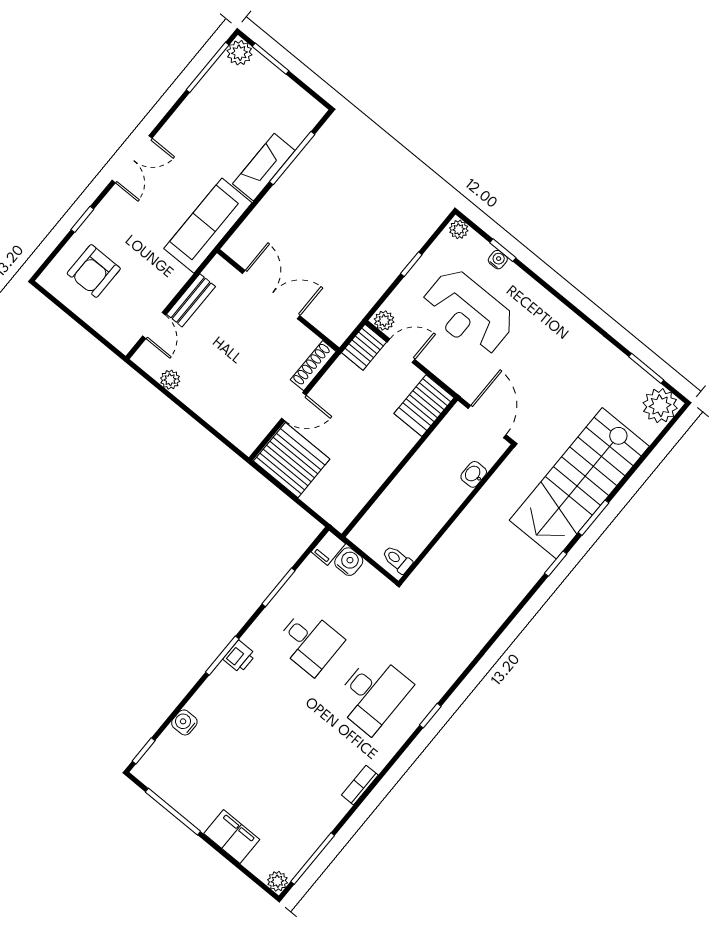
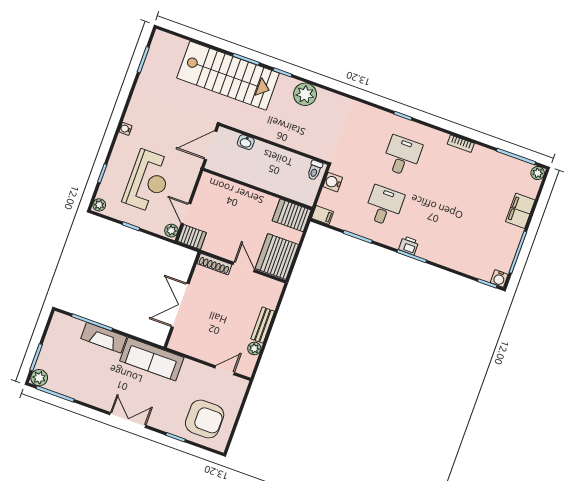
water cooler: (498, 260) -> (126, 129), moved
armchair: (94, 271) -> (205, 419), width x1.36, depth x1.36
bench: (191, 300) -> (263, 325), moved, turned 90
server rack: (424, 406) -> (292, 215), moved, turned 180
plant: (660, 406) -> (305, 94), moved
water cooler: (349, 562) -> (333, 182), moved
desk: (372, 694) -> (402, 156), width x0.73
water cooler: (184, 722) -> (499, 279), moved

